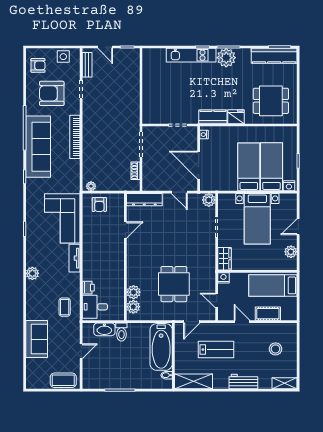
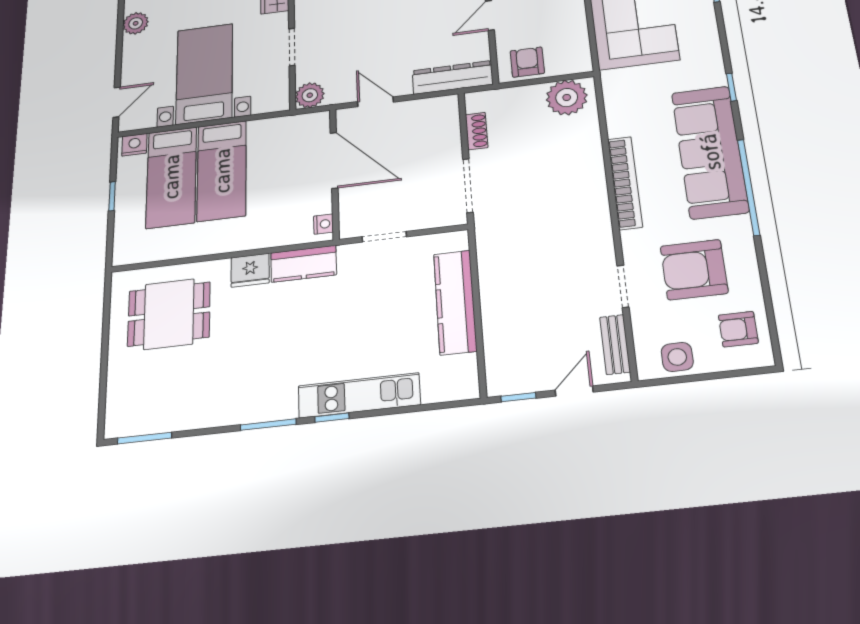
door: (105, 47) -> (574, 391), hinge flipped
kitchen counter: (274, 56) -> (455, 302), moved, turned -90
plant: (226, 58) -> (274, 399), removed
armchair: (52, 93) -> (694, 270), turned 180
plant: (91, 186) -> (567, 98), width x1.87, depth x1.87
armchair: (99, 204) -> (527, 62), moved
door: (298, 227) -> (117, 102), moved

